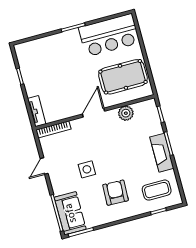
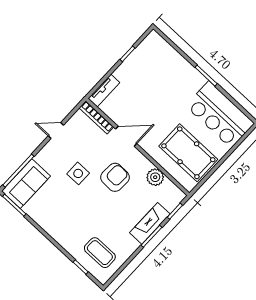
door: (94, 113) -> (126, 136), moved
fireplace: (162, 153) -> (150, 223), moved
armchair: (116, 193) -> (115, 177), moved

